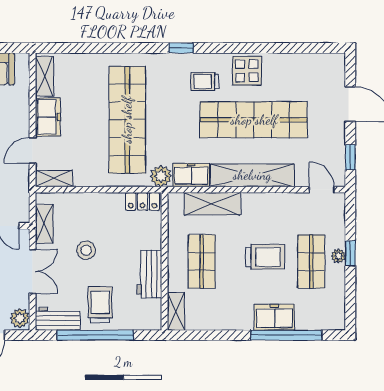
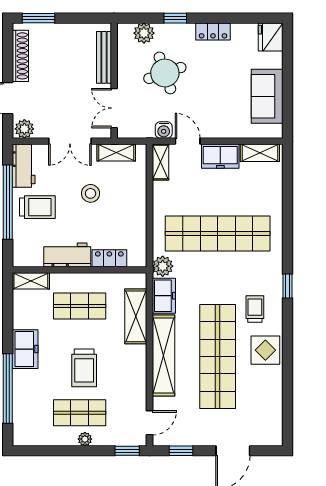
water cooler: (21, 175) -> (164, 130), added
locker: (143, 201) -> (109, 258), moved, turned 90
window: (350, 253) -> (127, 451), moved
freezer: (274, 317) -> (25, 349), moved

